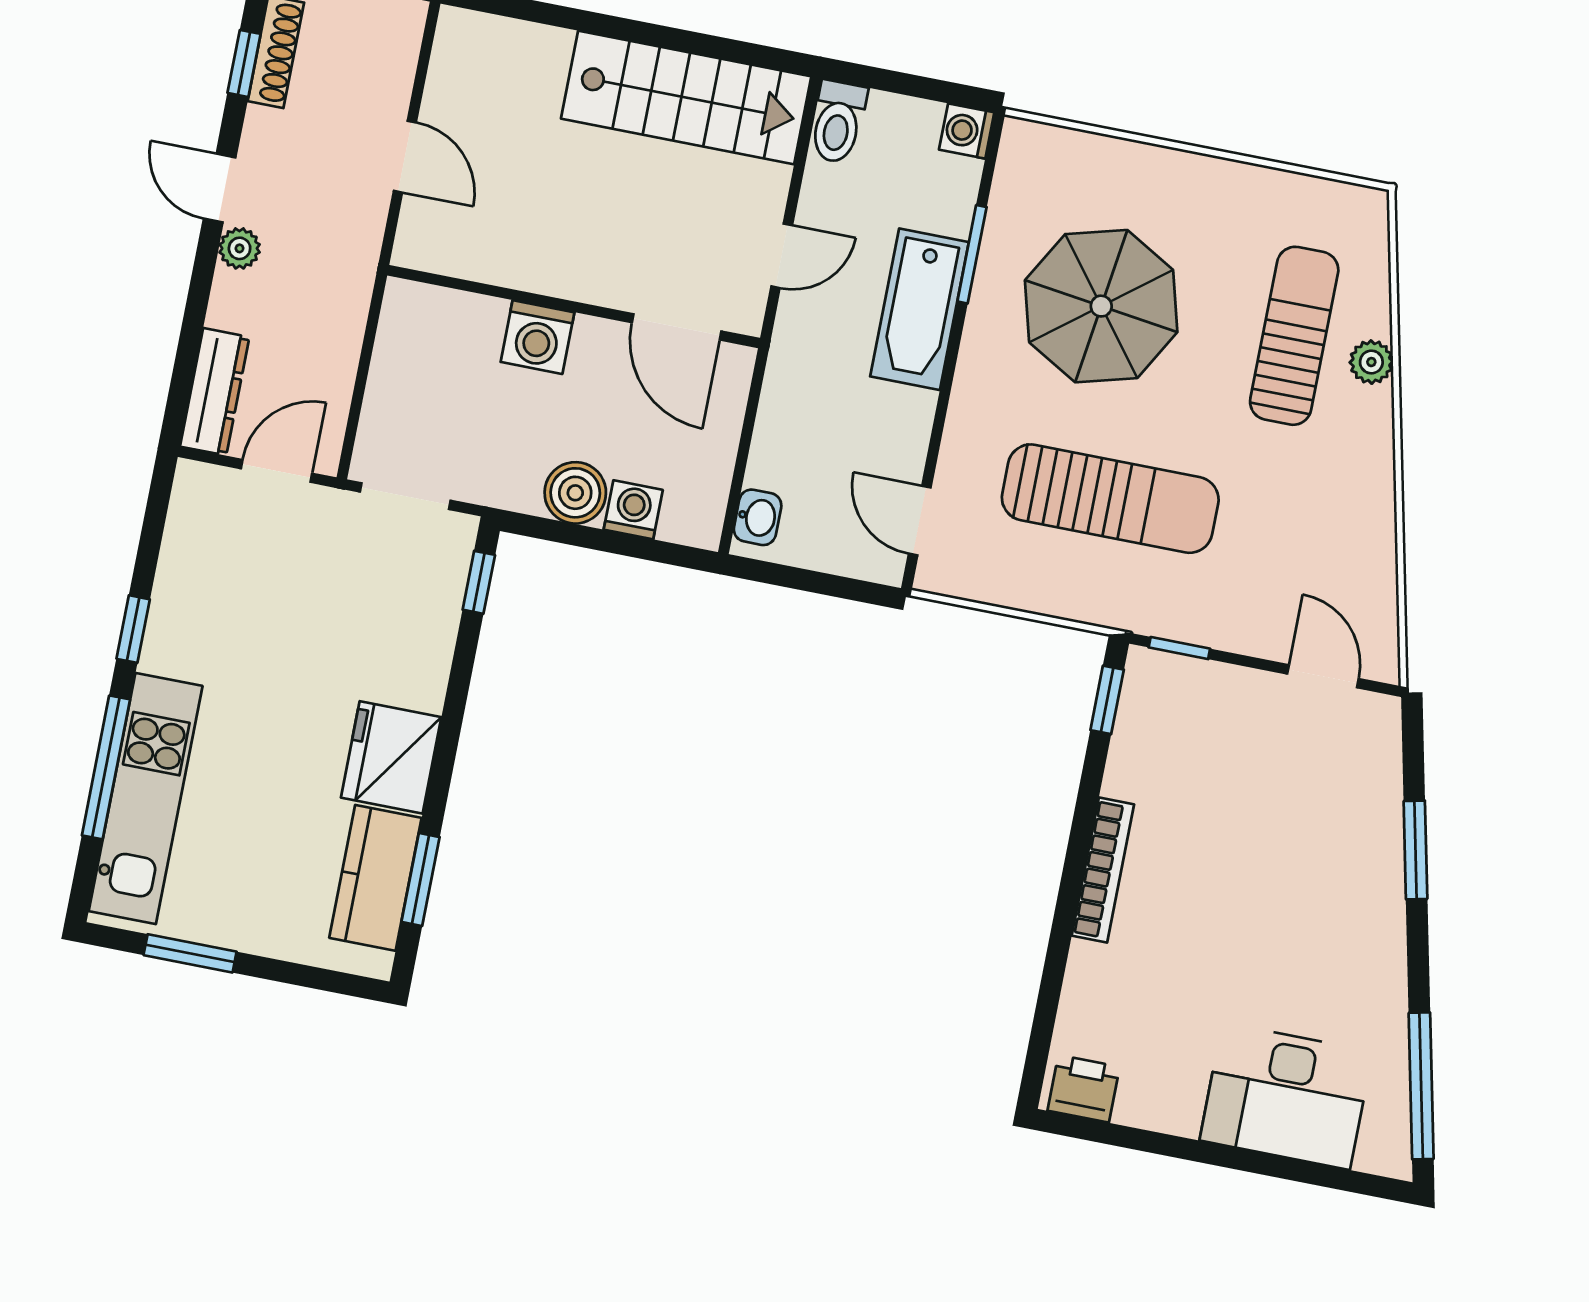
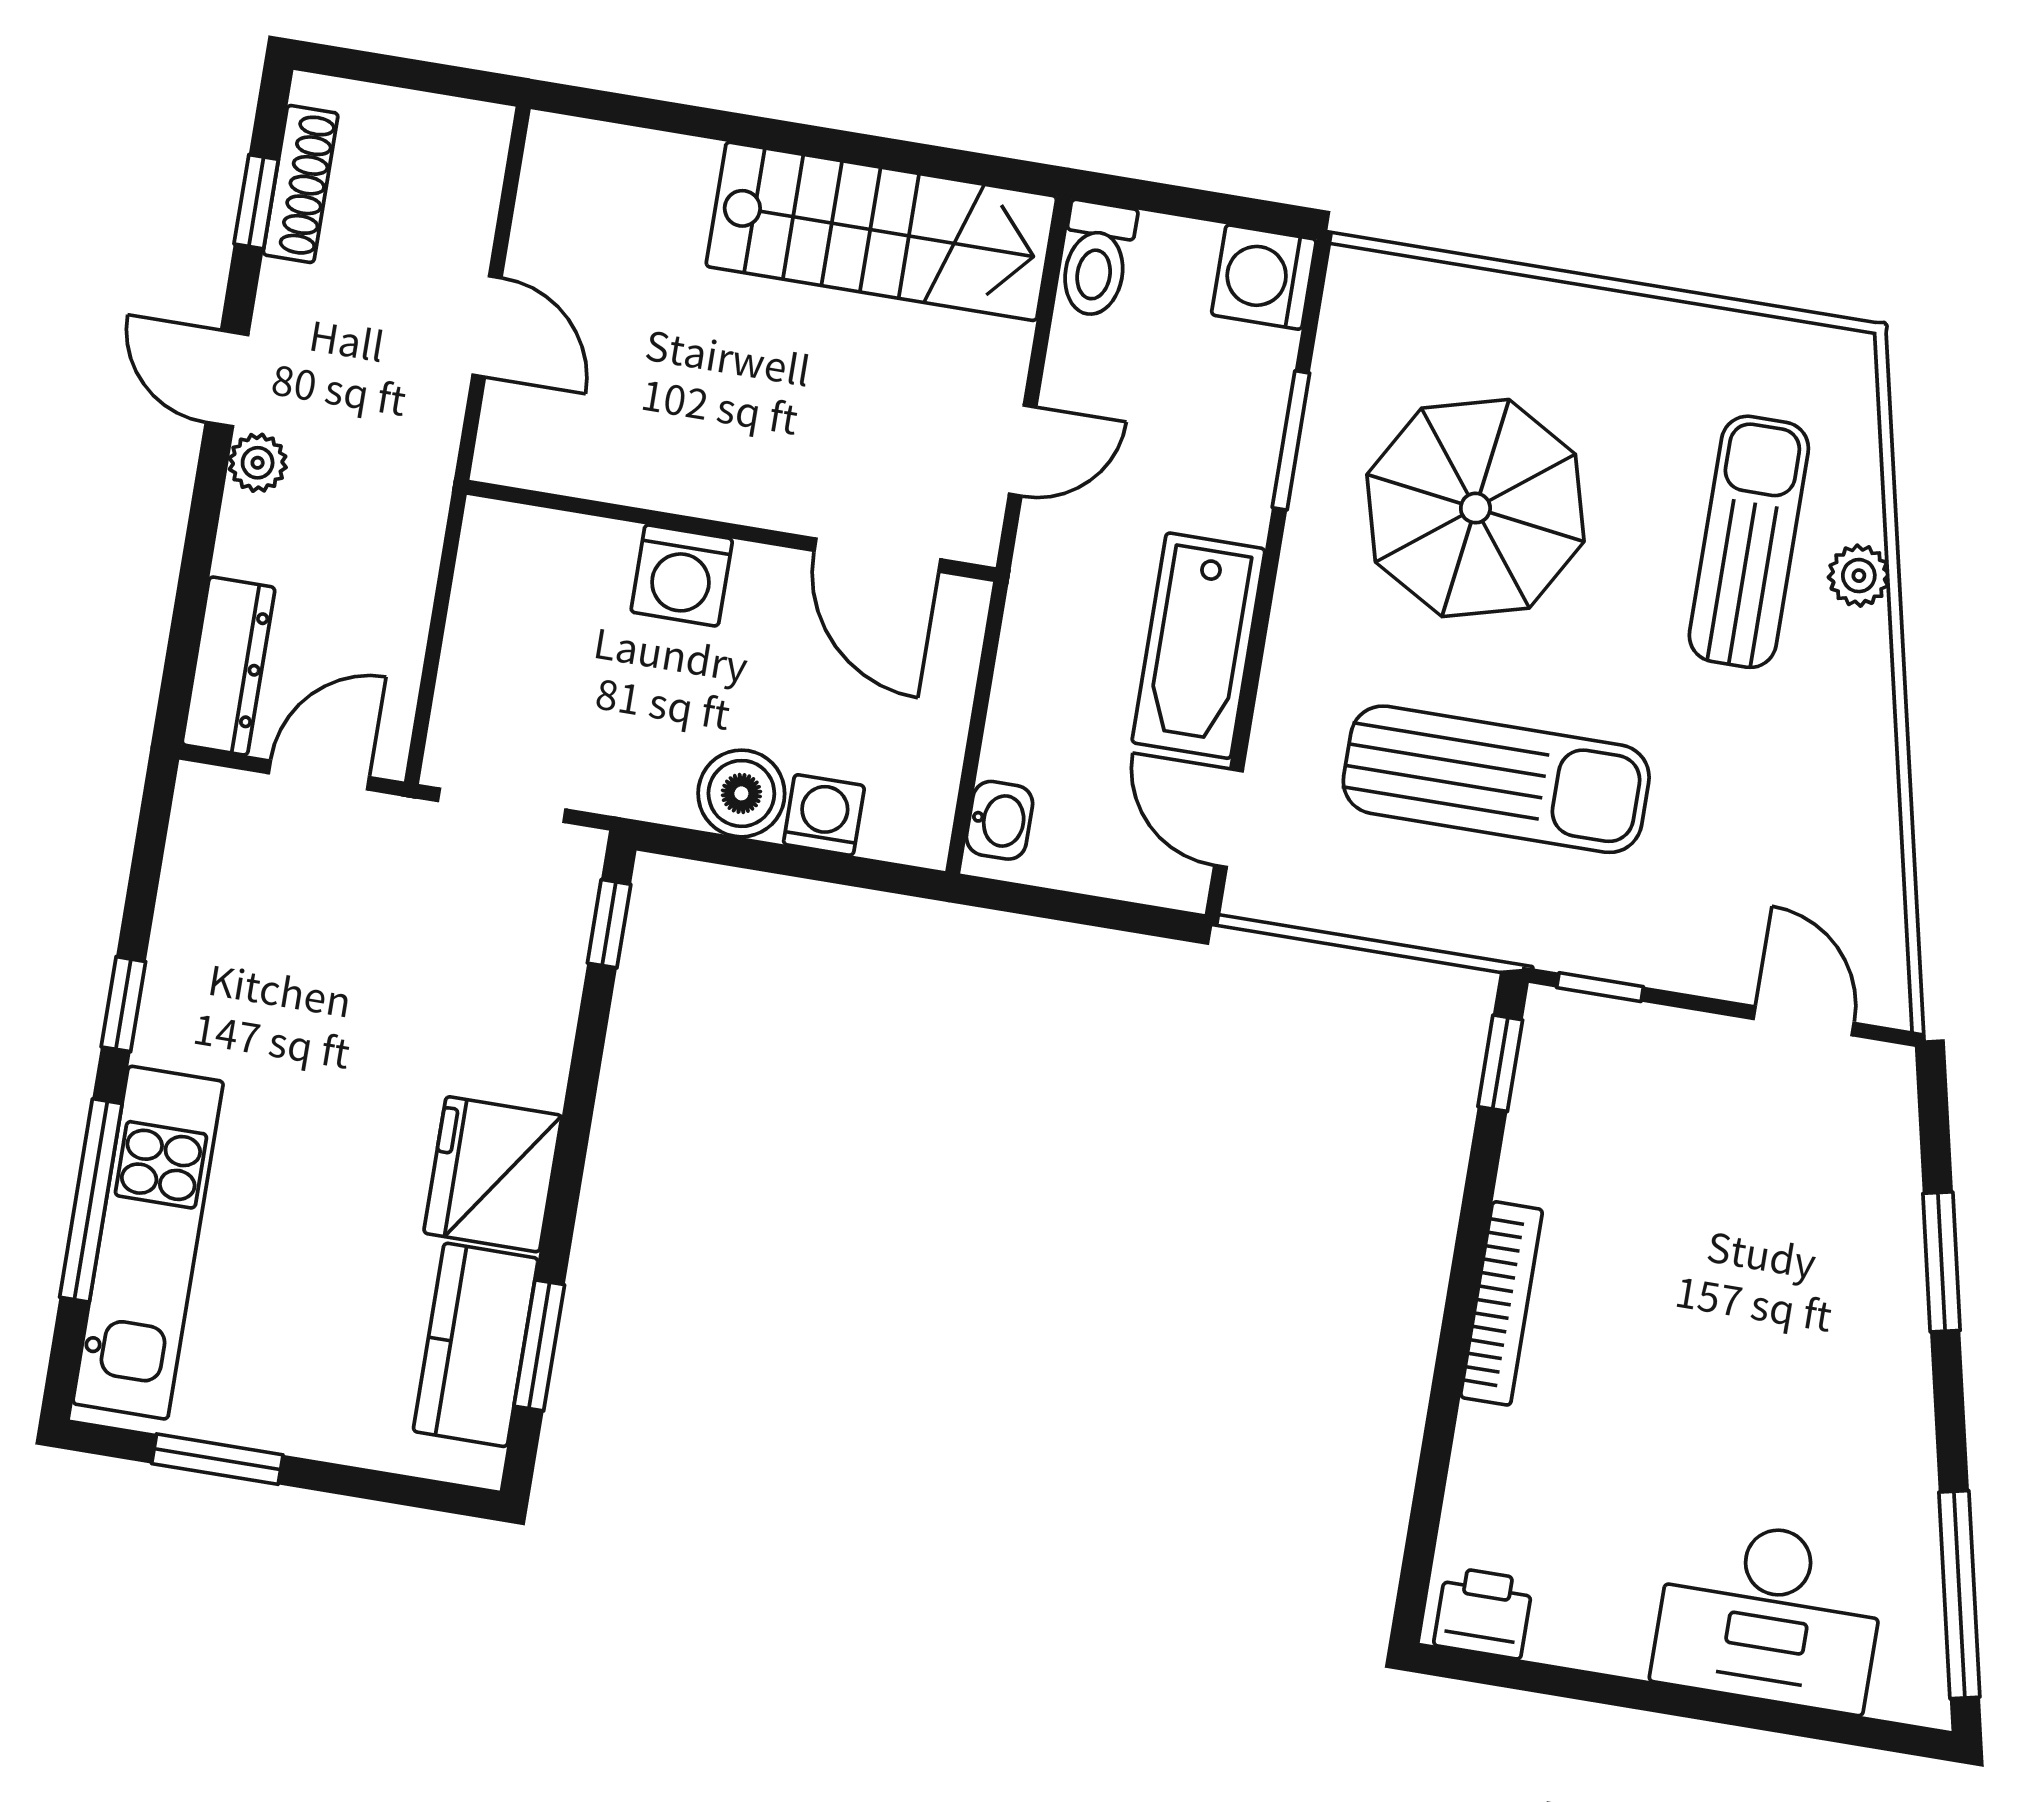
washing machine: (967, 131) -> (1264, 277), width x1.38, depth x1.38
bathtub: (920, 309) -> (1198, 646), moved

